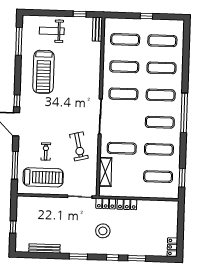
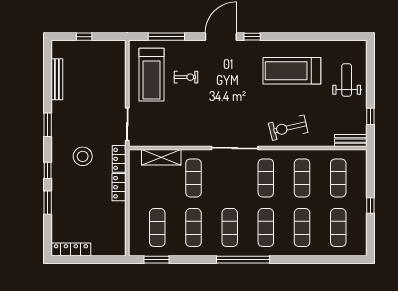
window: (19, 41) -> (331, 37), removed
exercise bike: (79, 146) -> (288, 128), moved
locker: (172, 247) -> (71, 250), width x1.53

